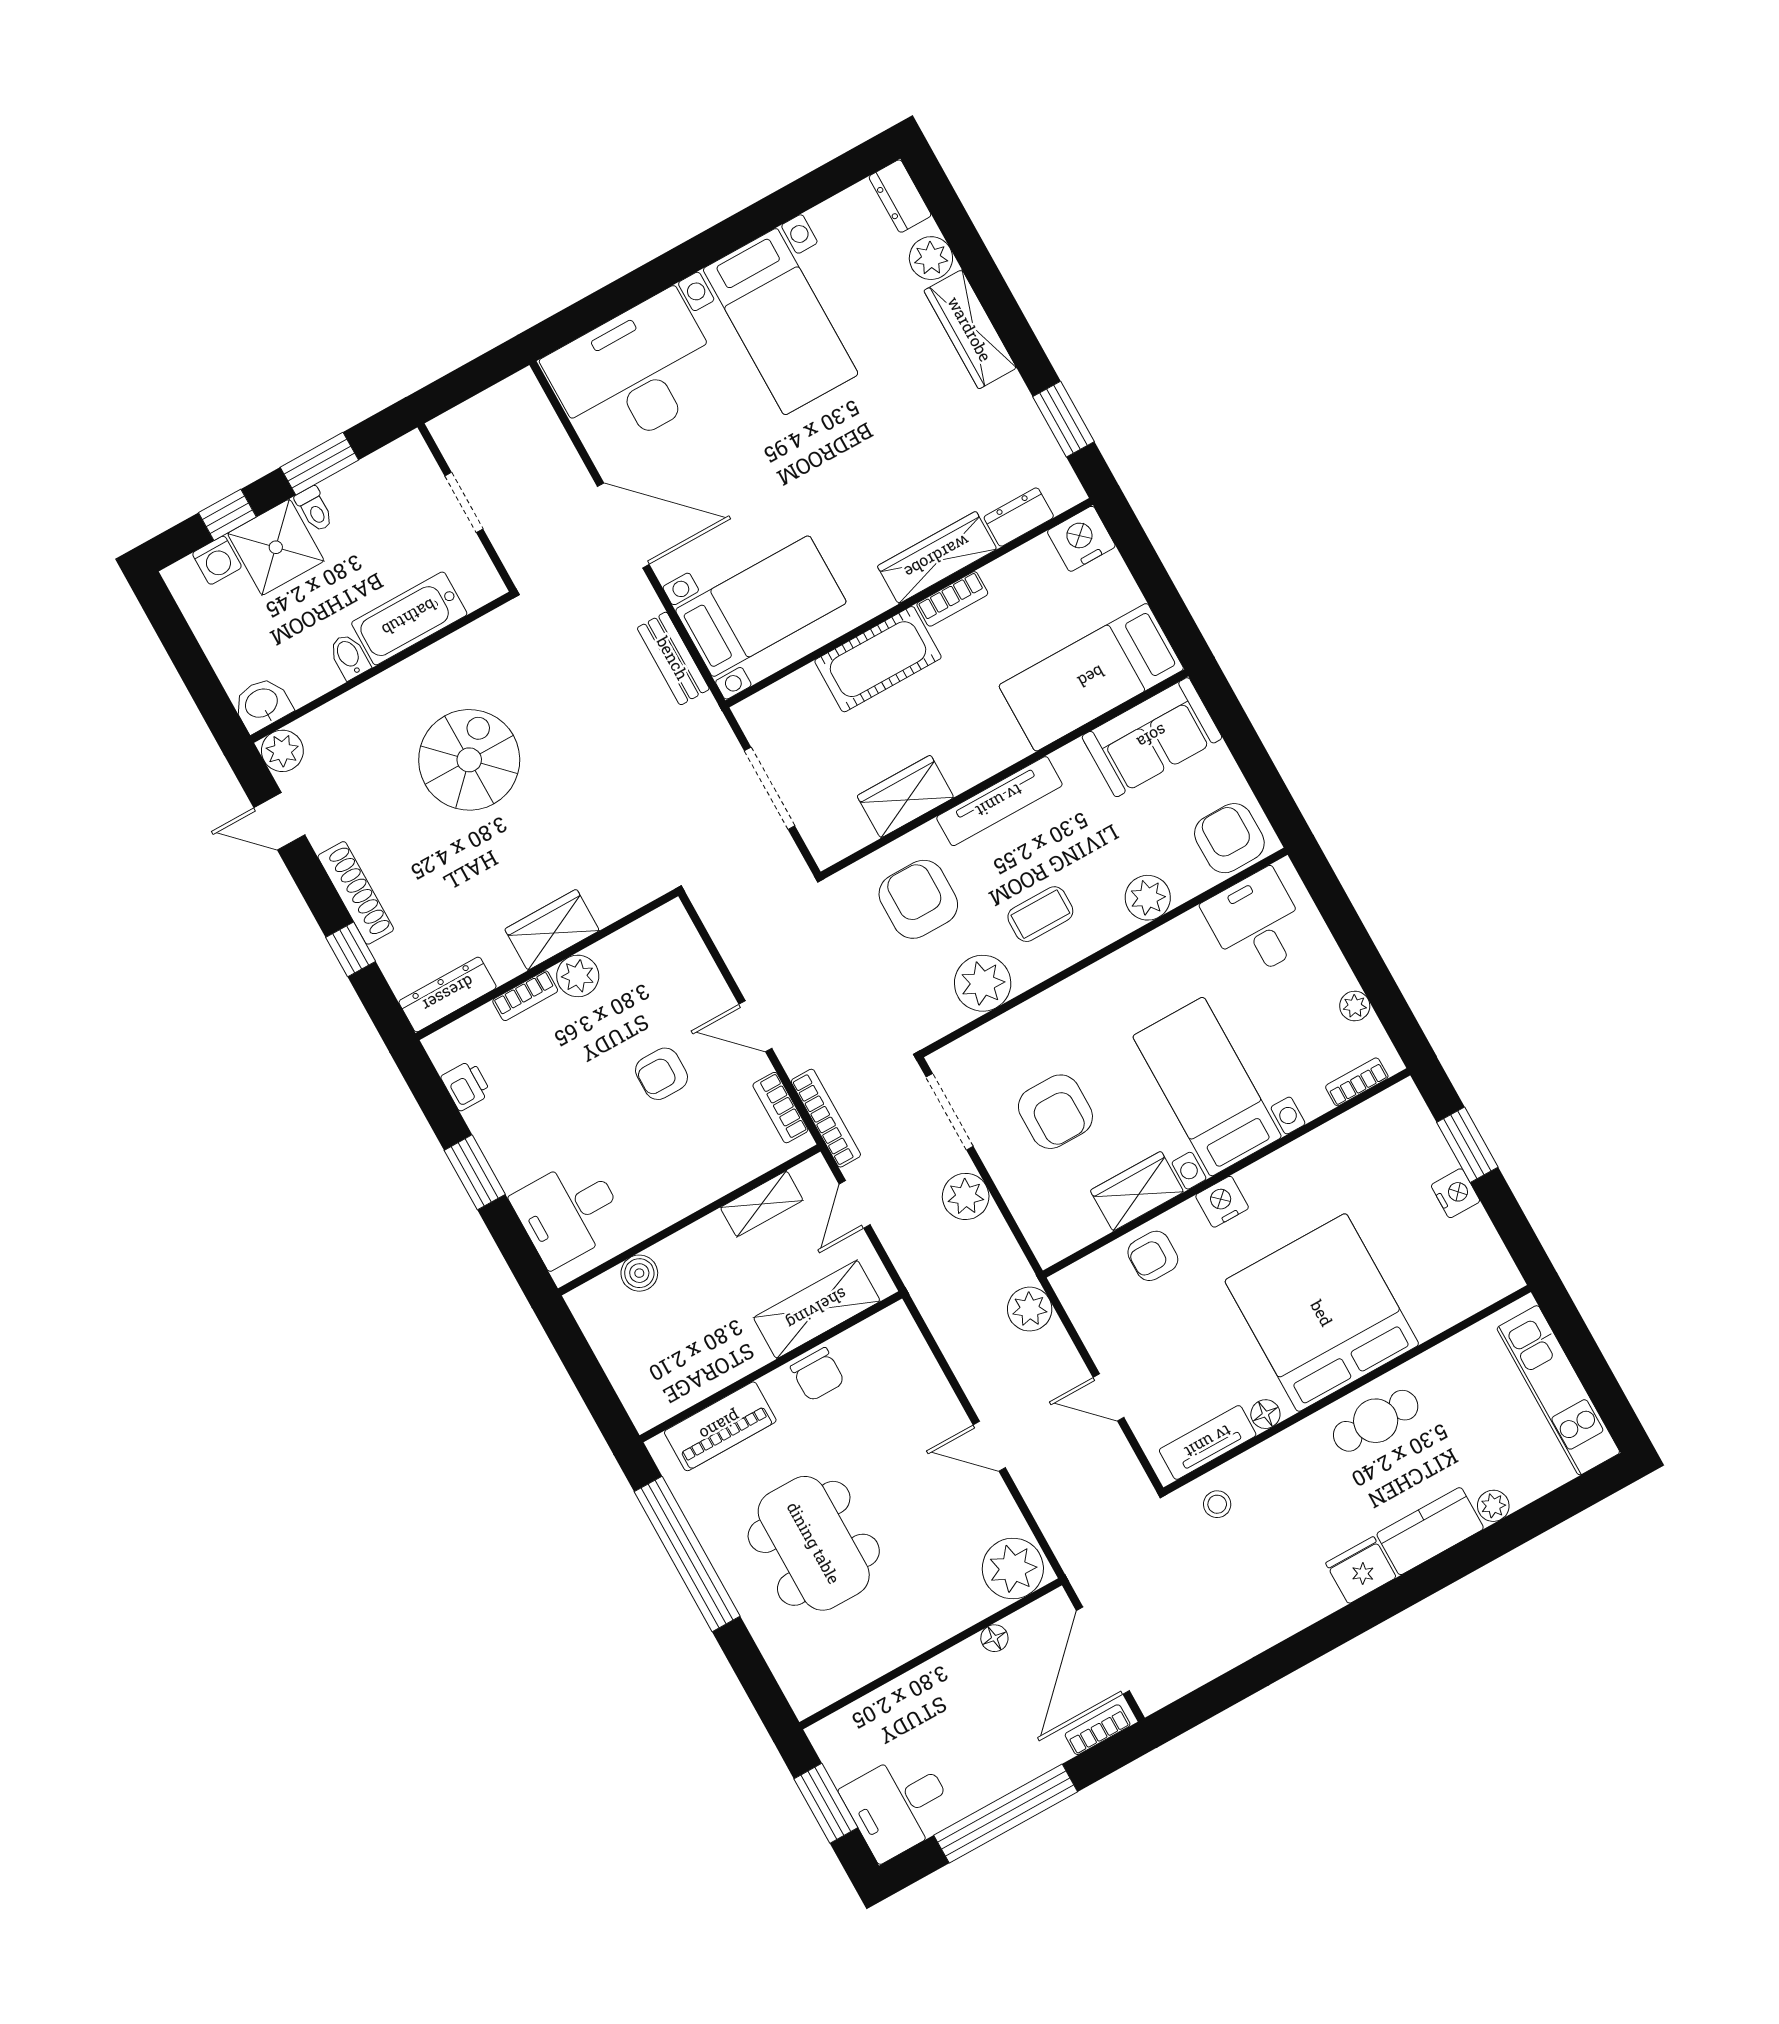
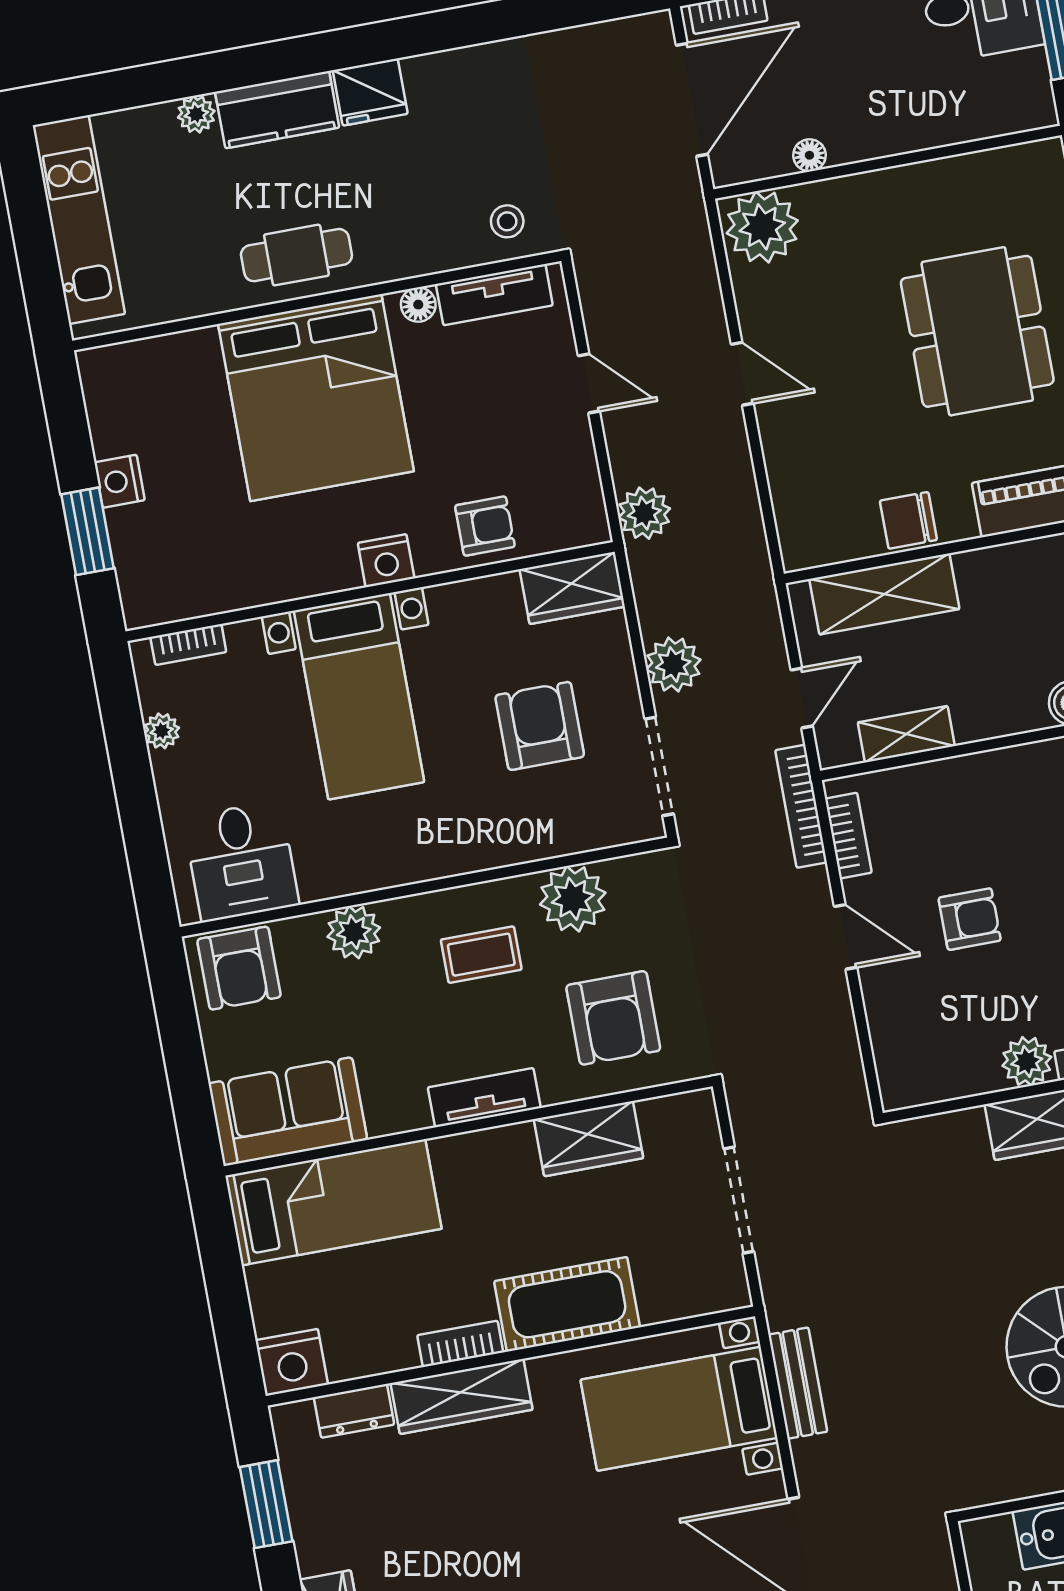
tv unit: (999, 801) -> (484, 1098), width x0.71
wardrobe: (1137, 1191) -> (572, 588), moved
chair: (818, 1374) -> (908, 520), turned -90

